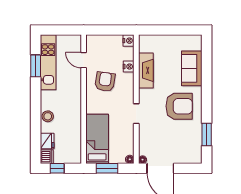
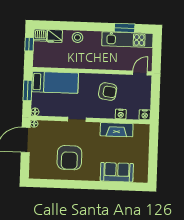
door: (84, 60) -> (140, 73), moved
armchair: (179, 106) -> (69, 158), moved
window: (207, 134) -> (55, 184), removed

